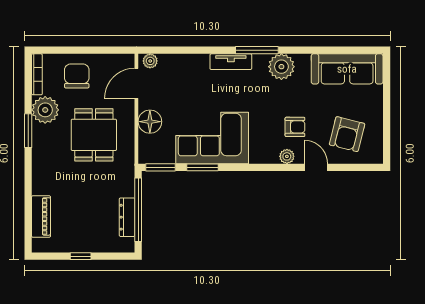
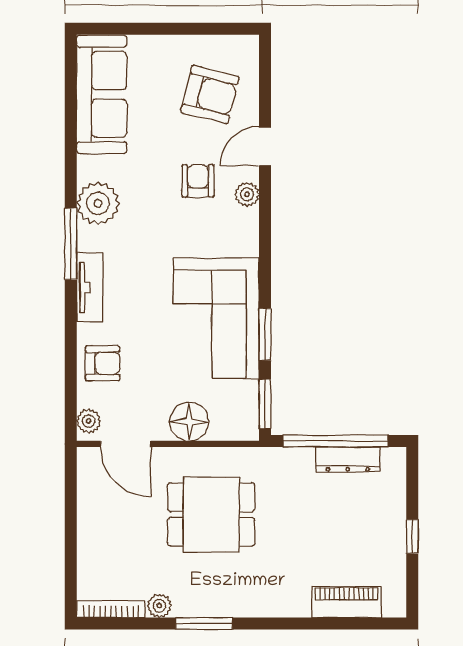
armchair: (185, 69) -> (103, 363), added
chair: (77, 76) -> (114, 543), removed
plant: (45, 110) -> (159, 606), width x0.53, depth x0.53

